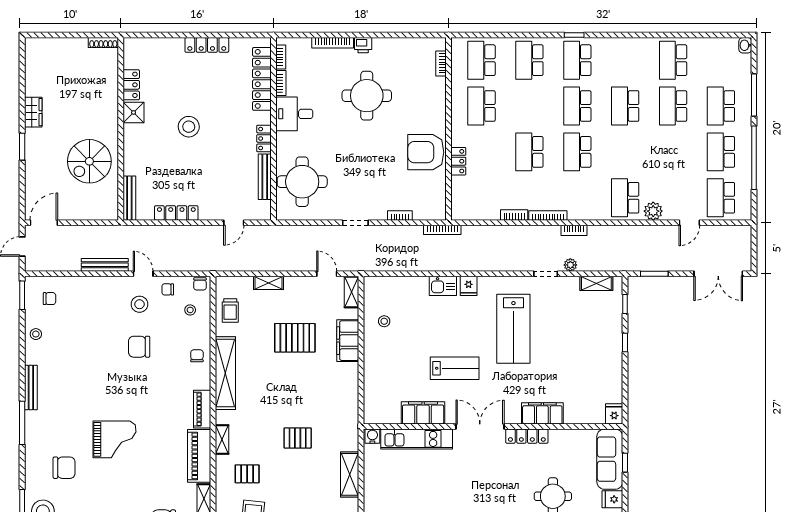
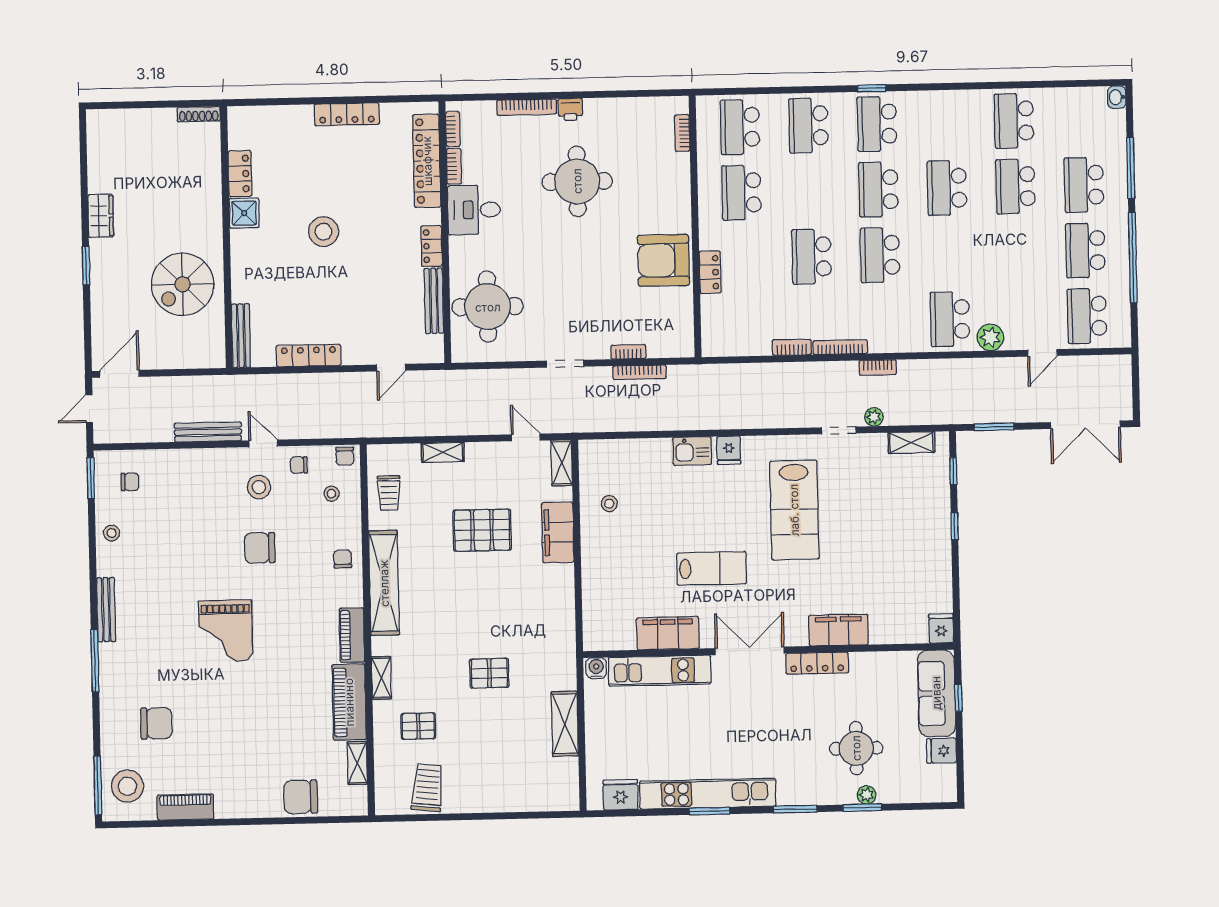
bookcase: (442, 230) -> (640, 372), moved
grand piano: (114, 439) -> (226, 631), moved, turned 90

